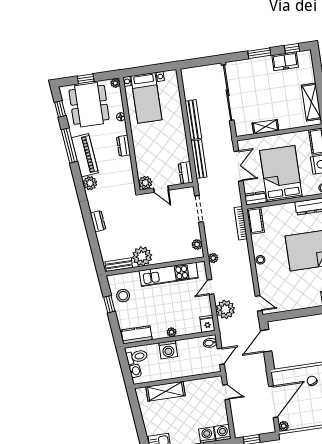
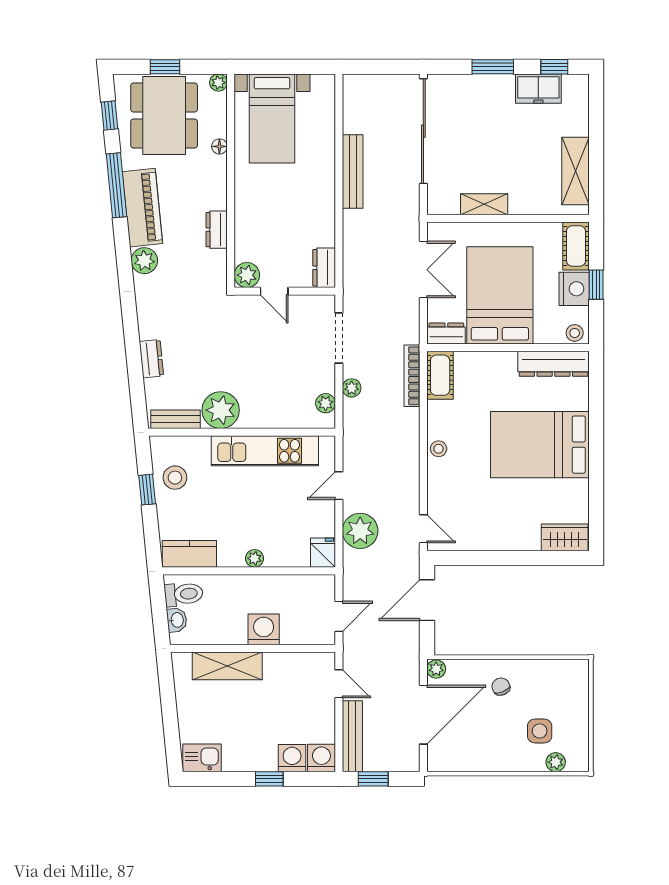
dresser: (124, 146) -> (217, 230), moved
bench: (199, 159) -> (352, 736), moved
dresser: (98, 221) -> (151, 359), moved
plant: (213, 258) -> (352, 388), moved
bidet: (210, 343) -> (323, 589), removed
washing machine: (168, 350) -> (264, 629), moved, turned 180
plant: (284, 426) -> (436, 669), moved

